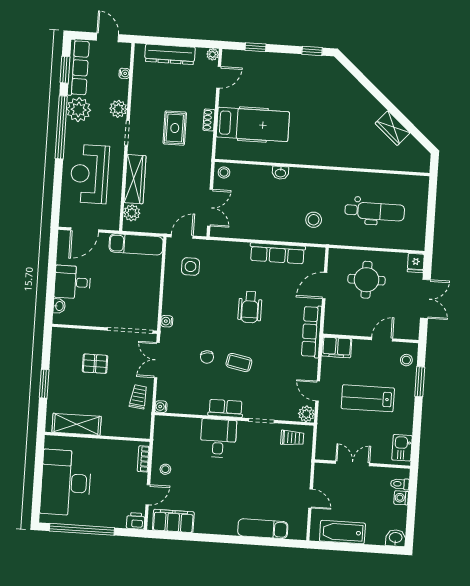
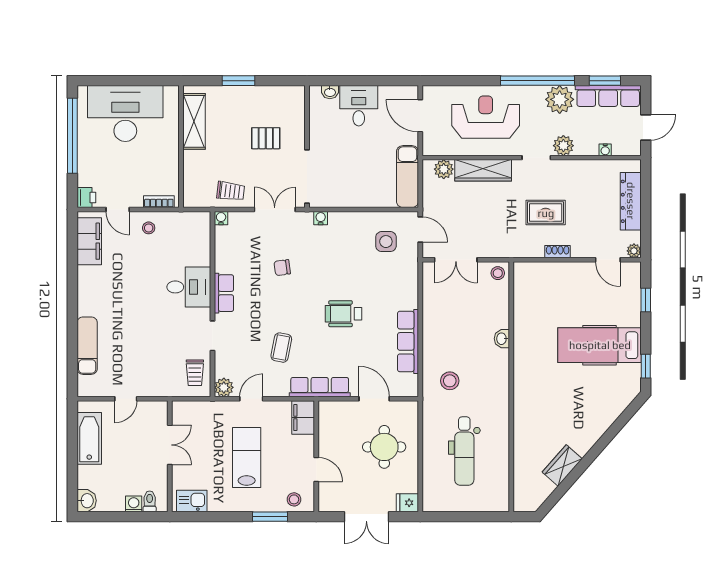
hospital bed: (253, 124) -> (600, 345), moved, turned 90
coffee table: (239, 363) -> (281, 348), moved
pallet: (95, 364) -> (266, 138), turned 90

